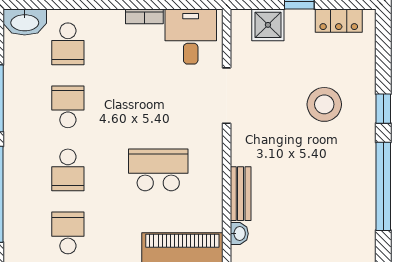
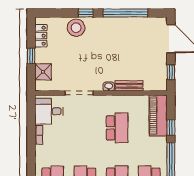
stool: (324, 104) -> (76, 28), moved
school desk: (158, 170) -> (117, 128), turned 180
washbasin: (239, 234) -> (109, 87), moved

